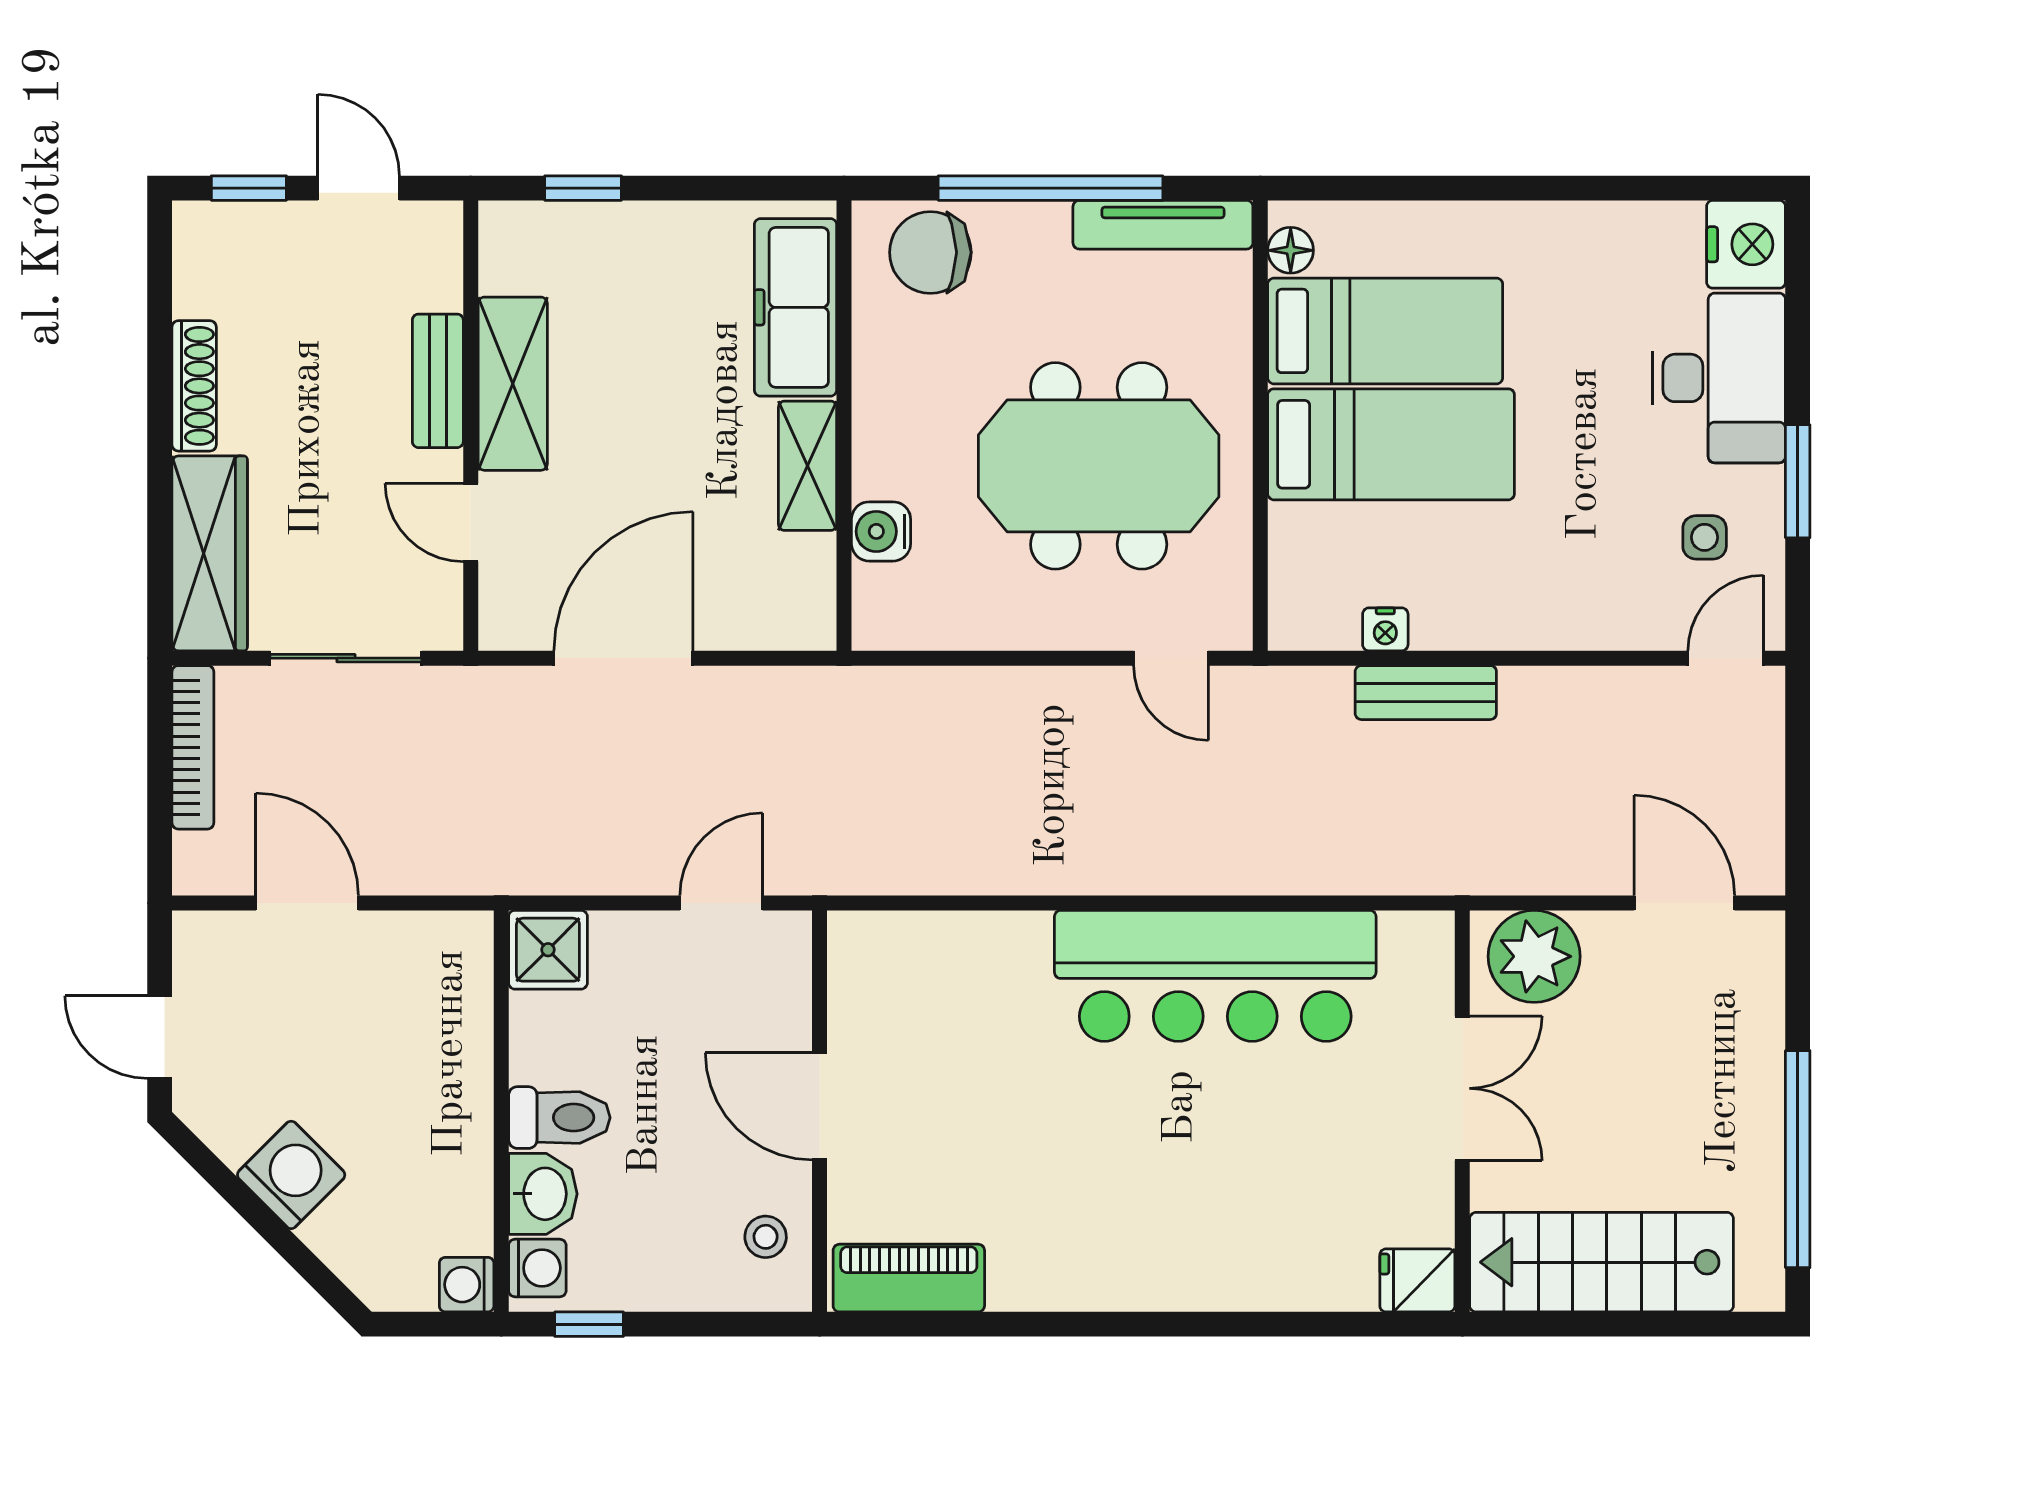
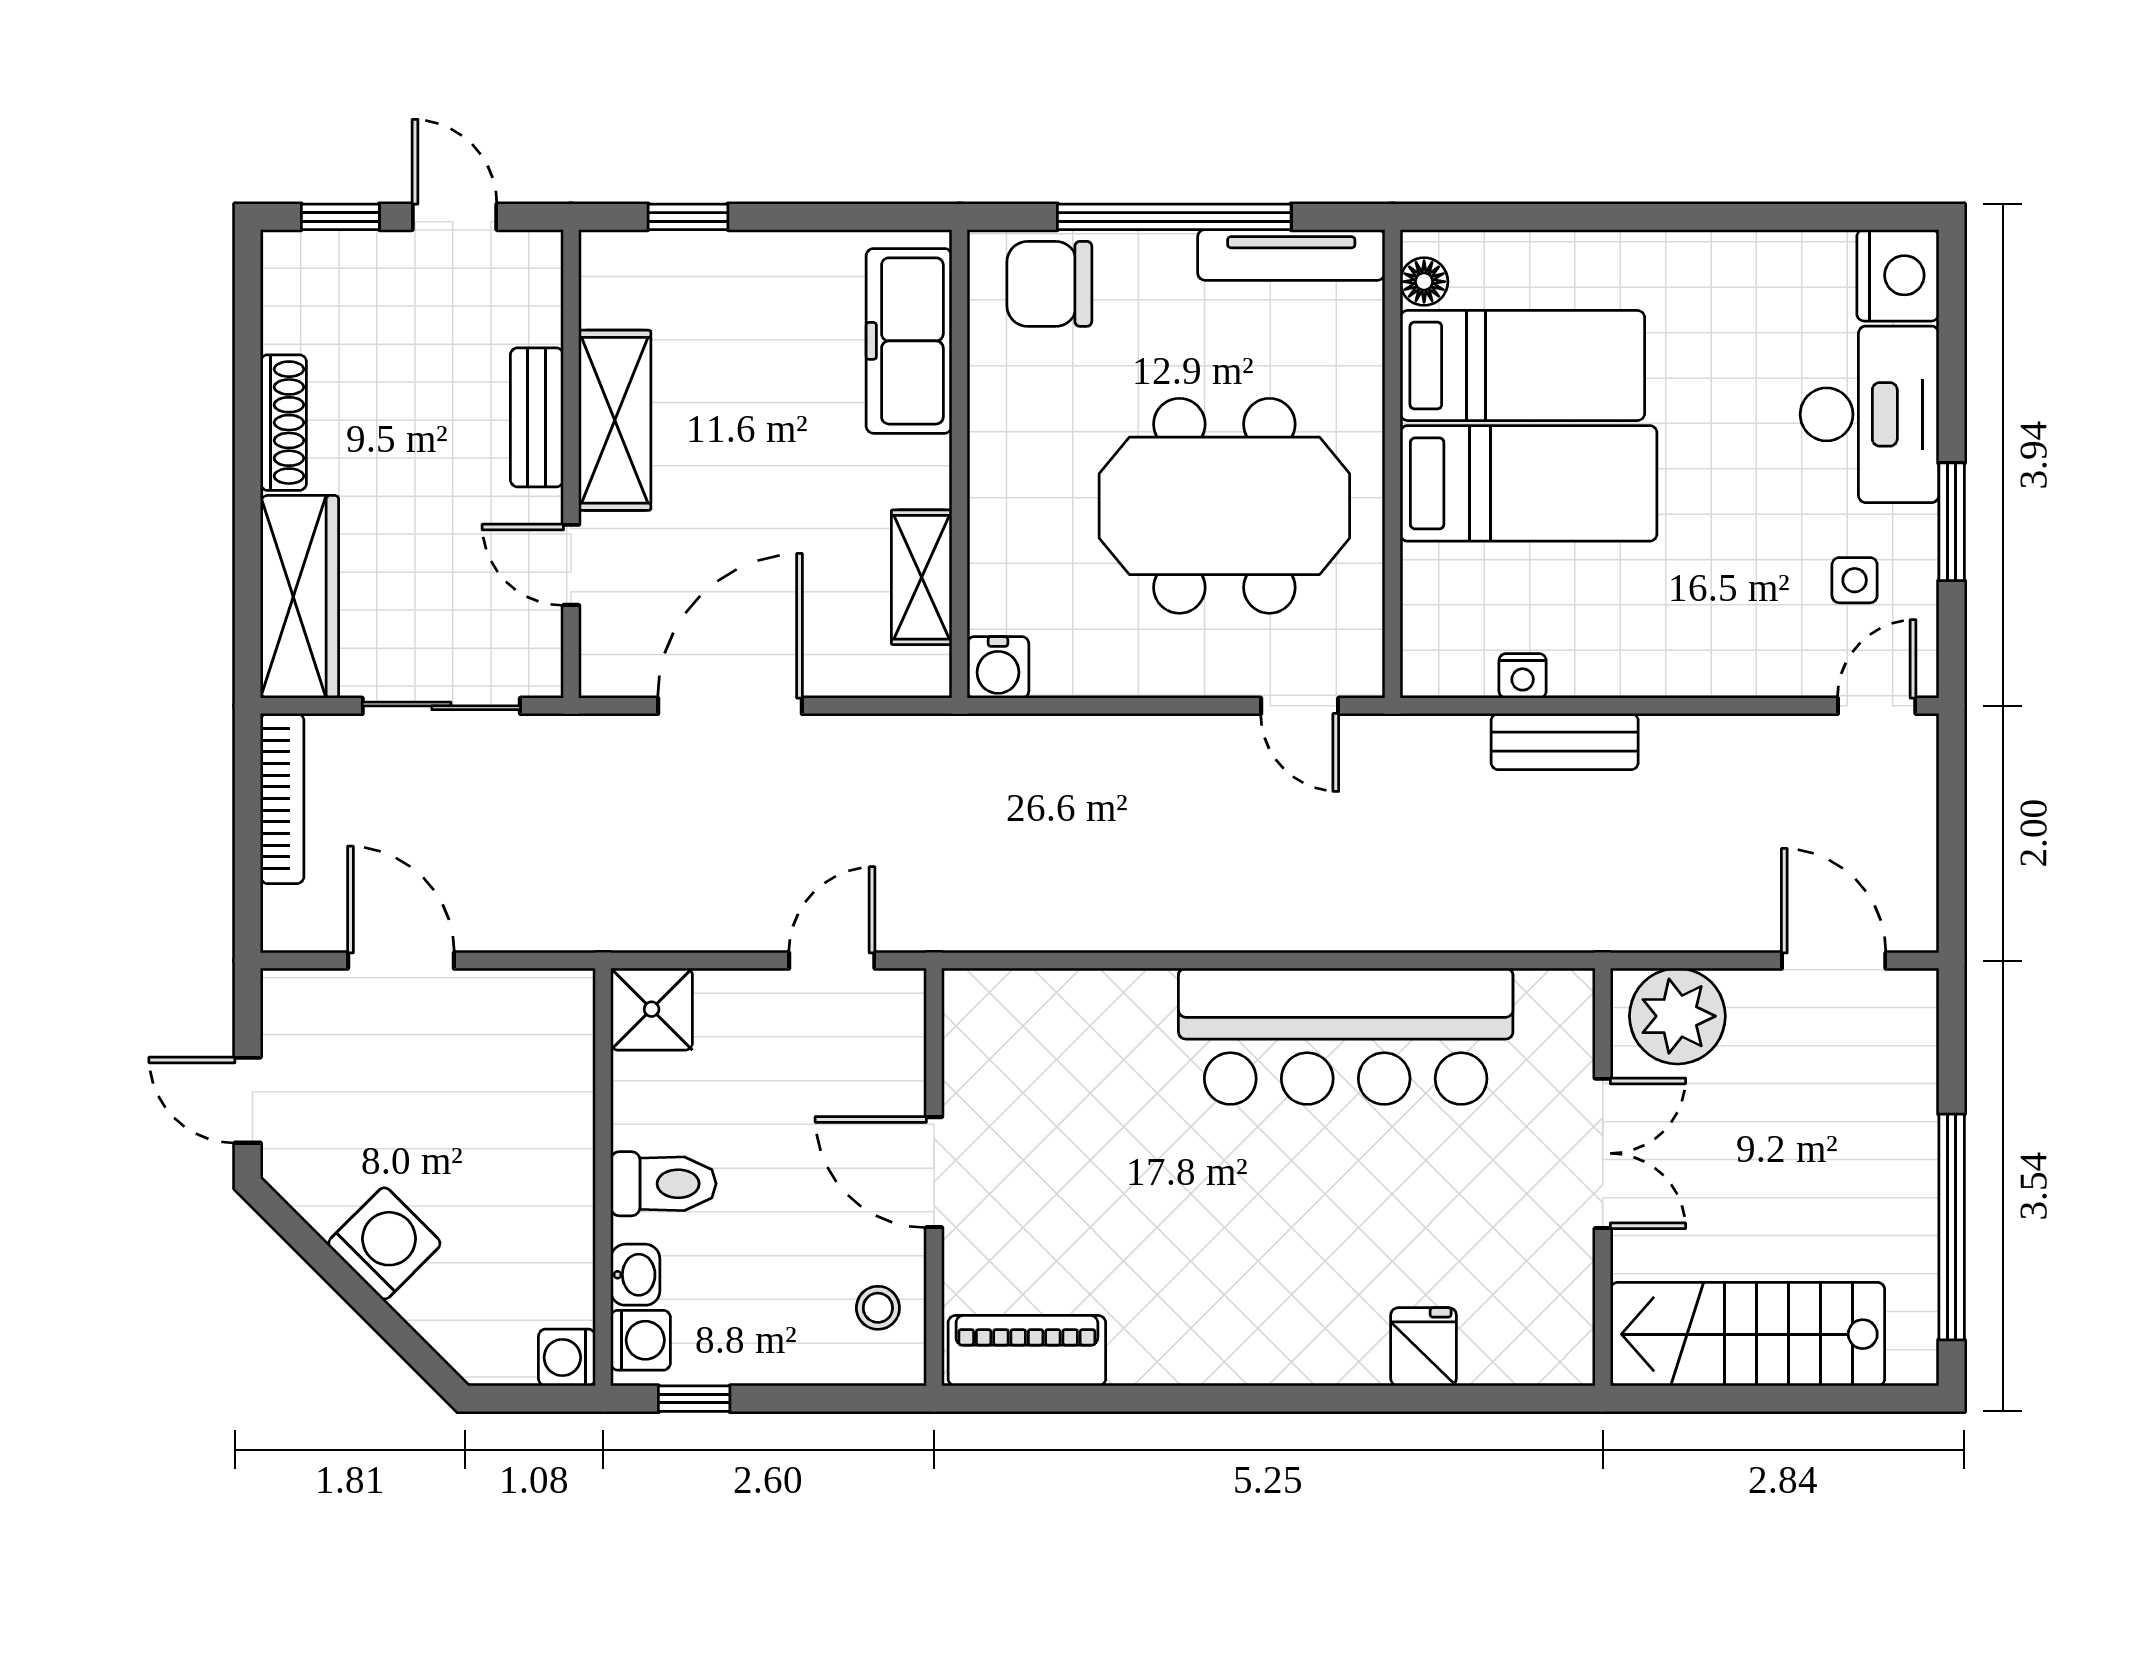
shelving: (808, 466) -> (922, 577), moved
water cooler: (881, 531) -> (998, 667), moved, turned -90
washbasin: (543, 1194) -> (635, 1275), width x0.72, depth x0.69
fridge: (1417, 1280) -> (1424, 1347), moved, turned 90

